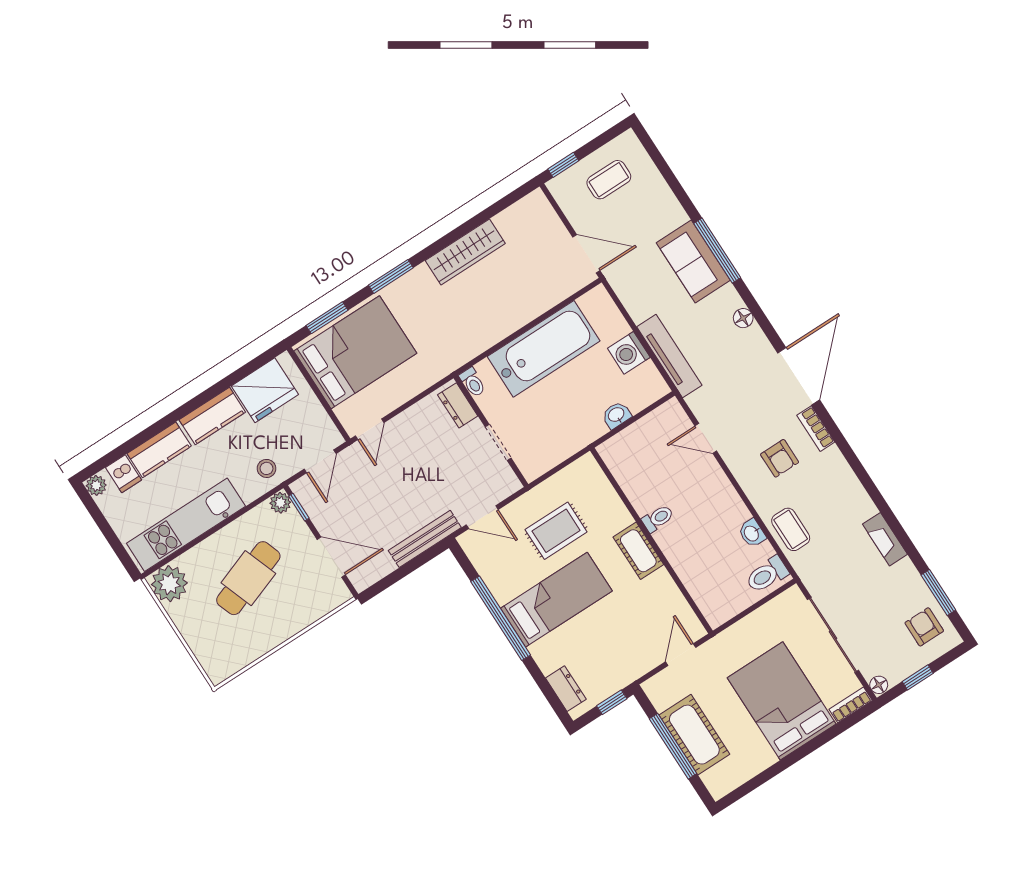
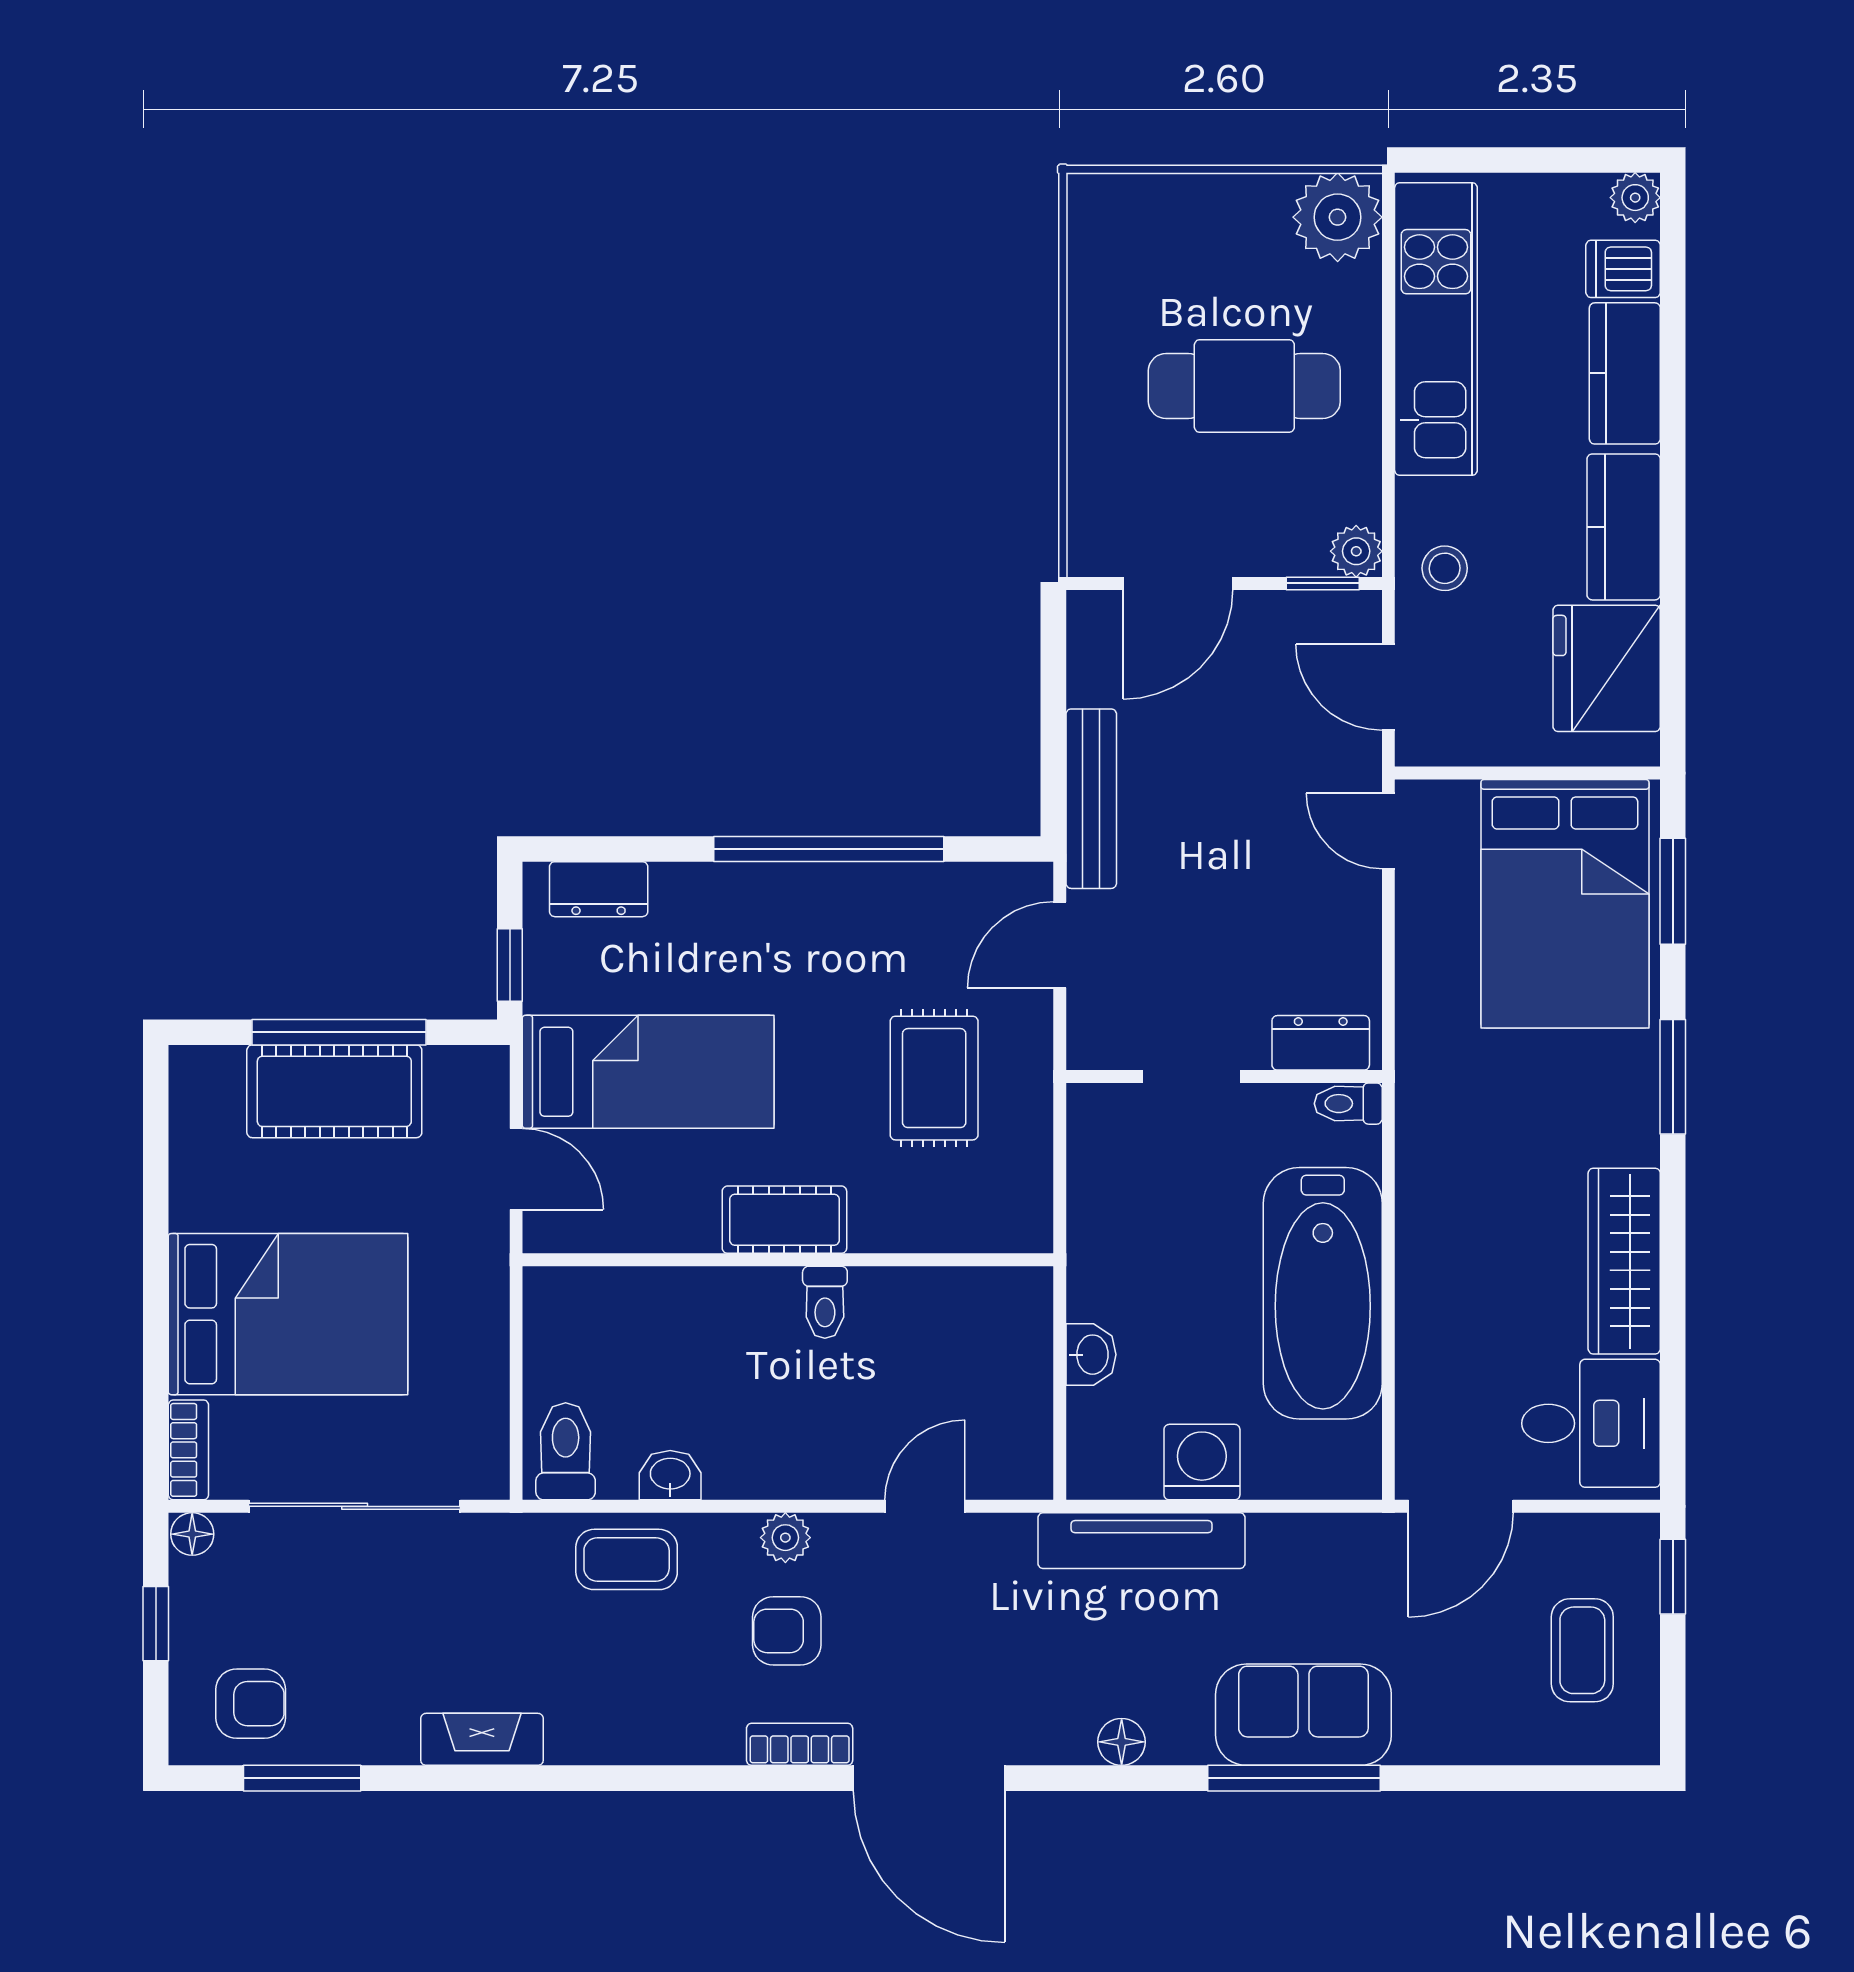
desk: (529, 227) -> (1591, 1423), added
plant: (748, 480) -> (785, 1538), added
cafe table: (248, 578) -> (1244, 386), turned -70
bed: (556, 600) -> (648, 1072), moved, turned -90

